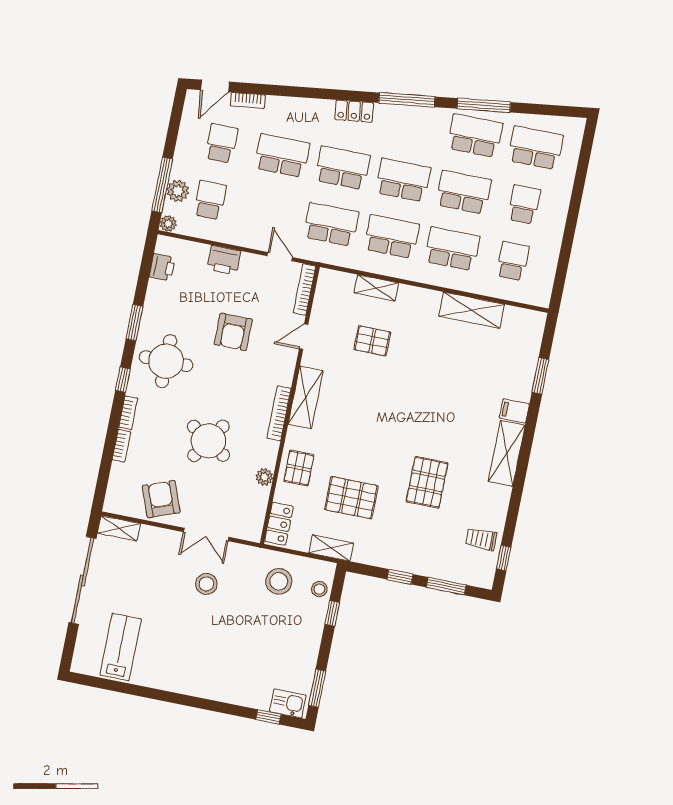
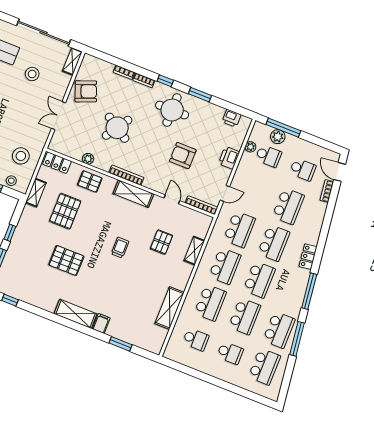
plant: (168, 224) -> (250, 147), moved
trolley: (481, 539) -> (120, 248), moved
stool: (206, 584) -> (32, 74), moved

